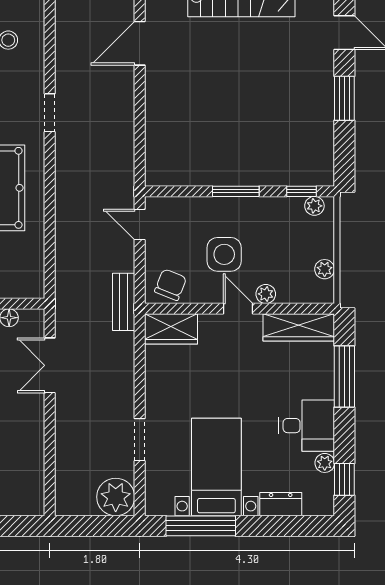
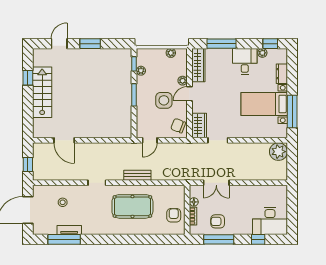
plant: (314, 206) -> (141, 71), moved
bench: (124, 302) -> (137, 175), moved
doorway: (140, 440) -> (218, 140), moved

